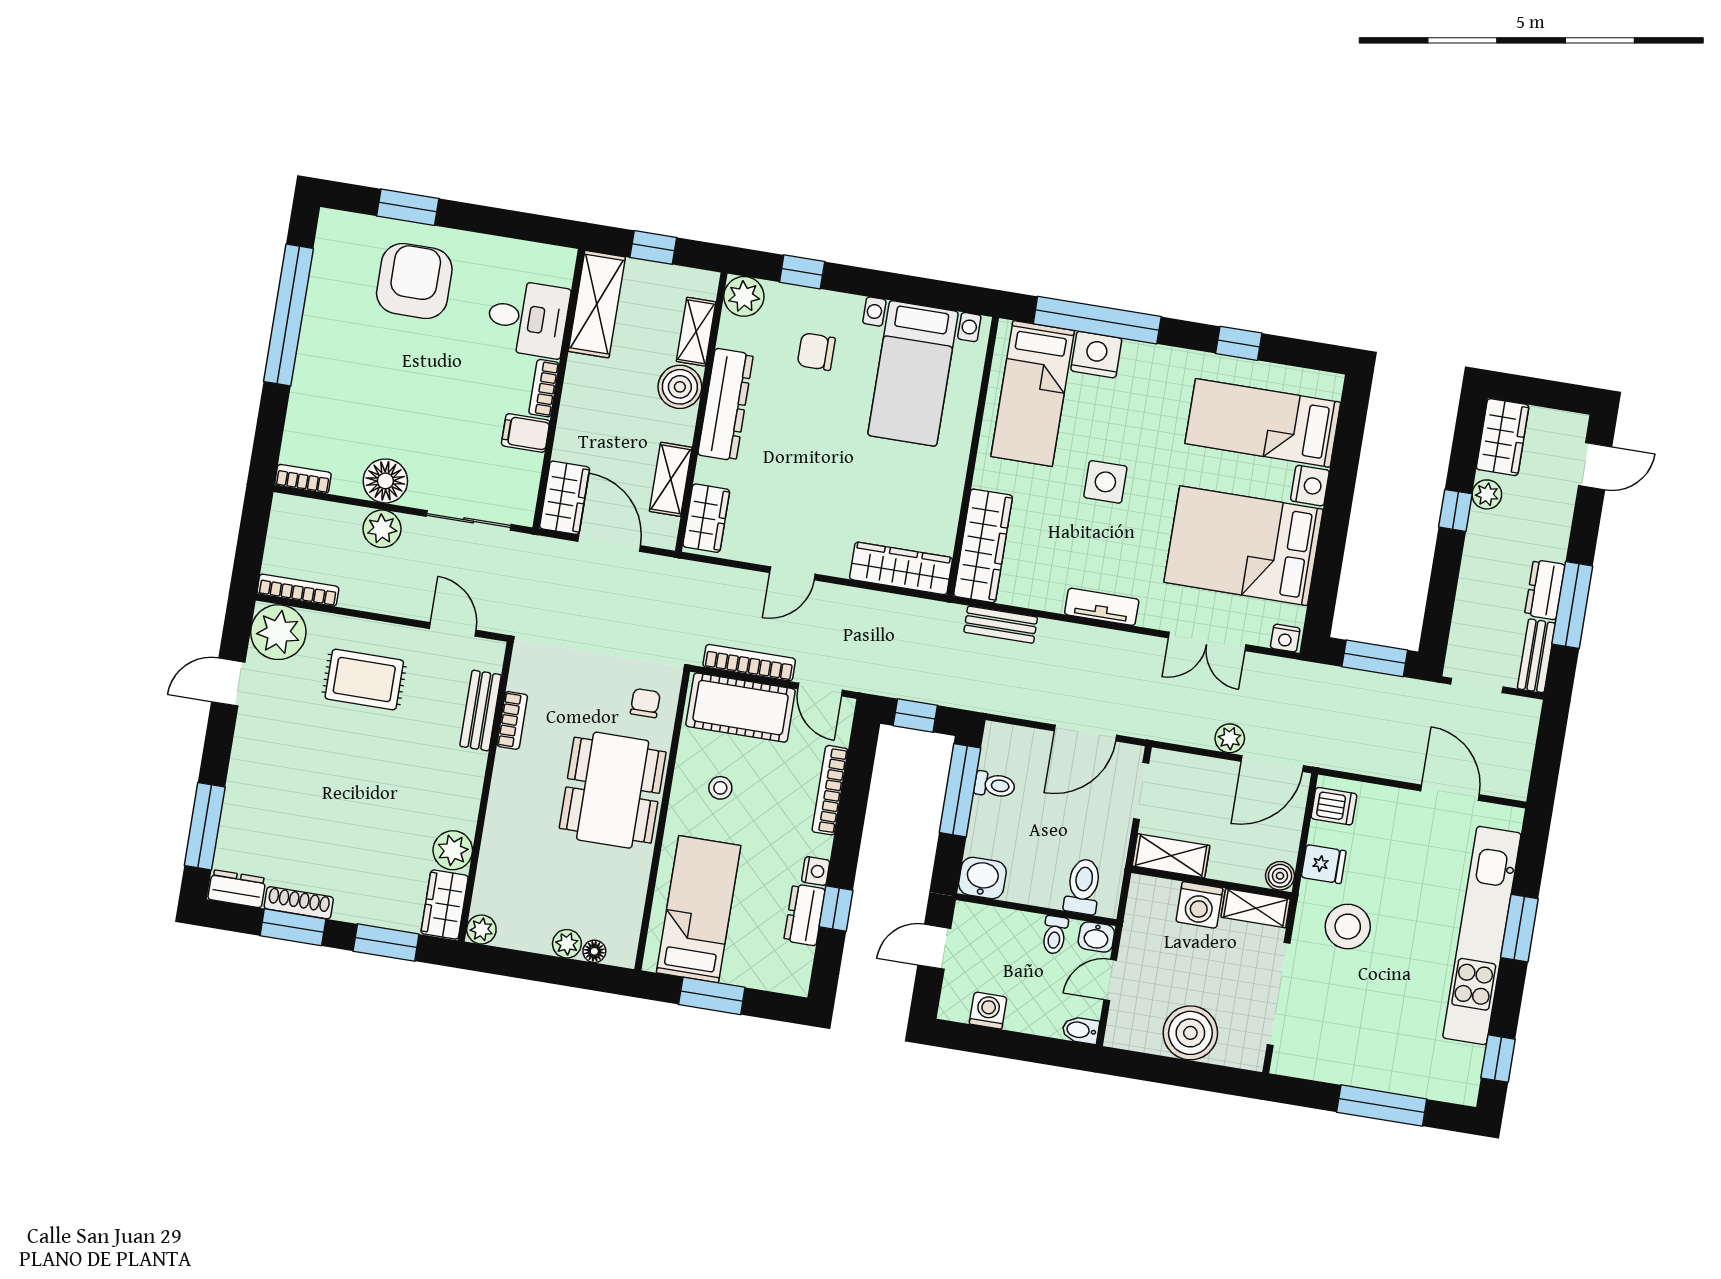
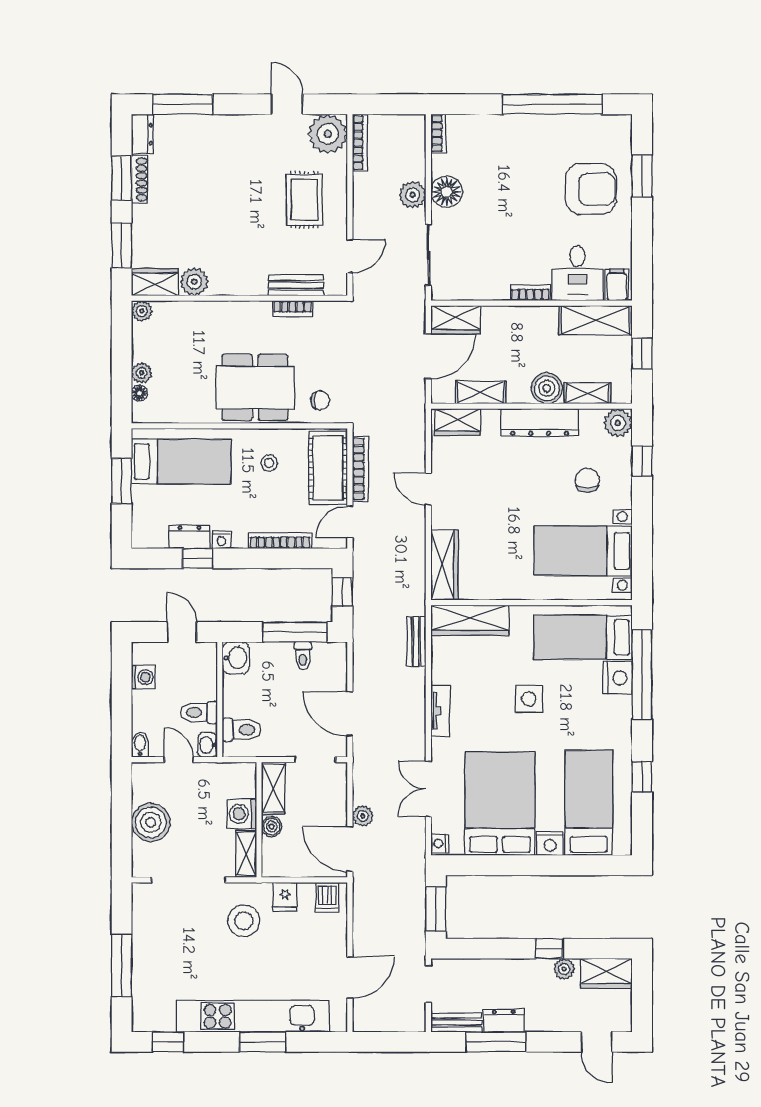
filing cabinet: (526, 433) -> (617, 285), moved
boiler: (1280, 876) -> (272, 827), moved
toilet: (1055, 935) -> (199, 712), width x1.37, depth x1.39

